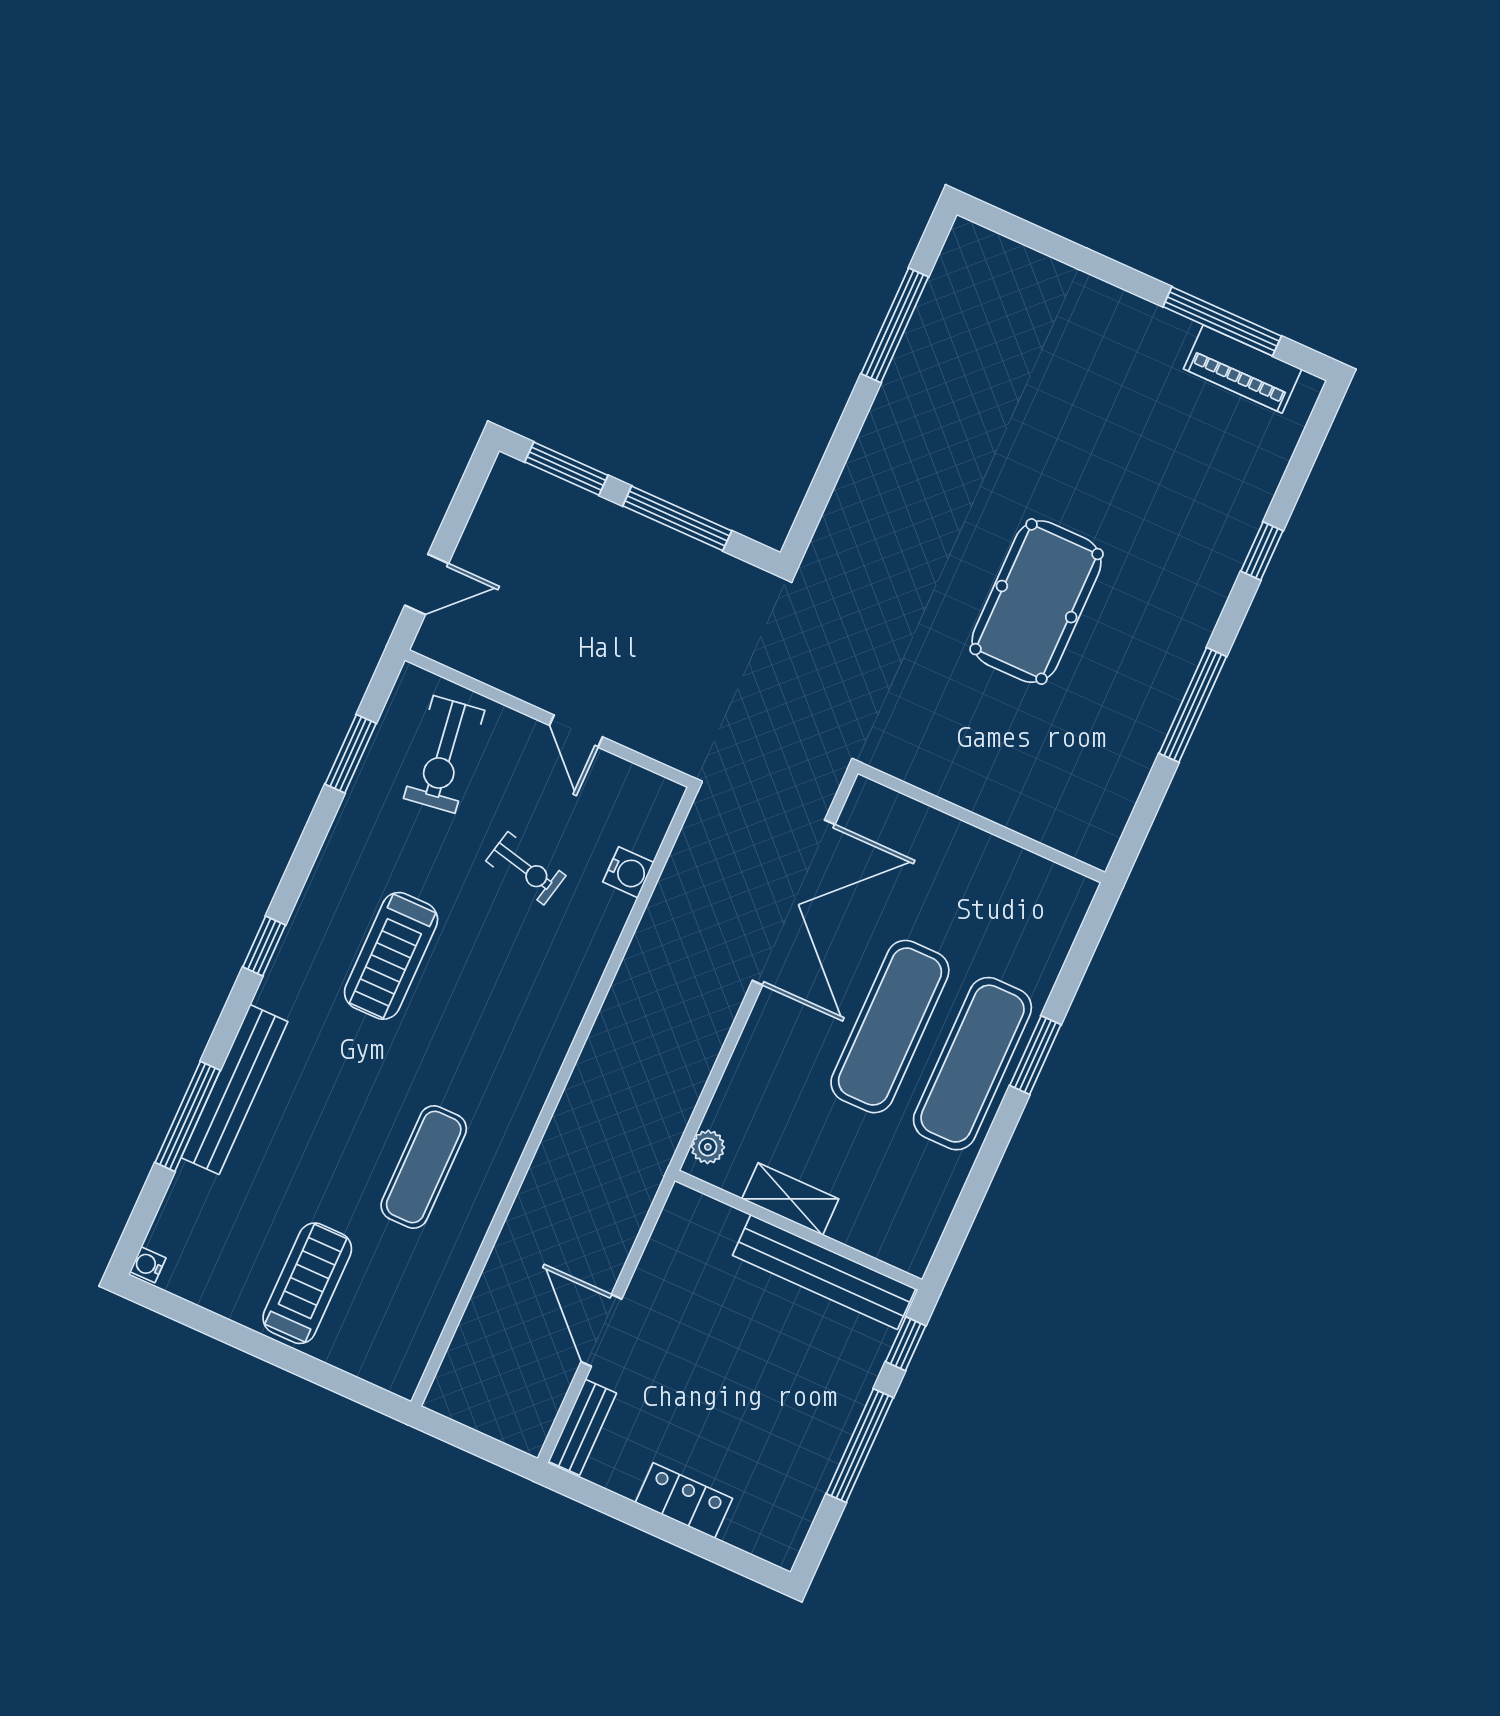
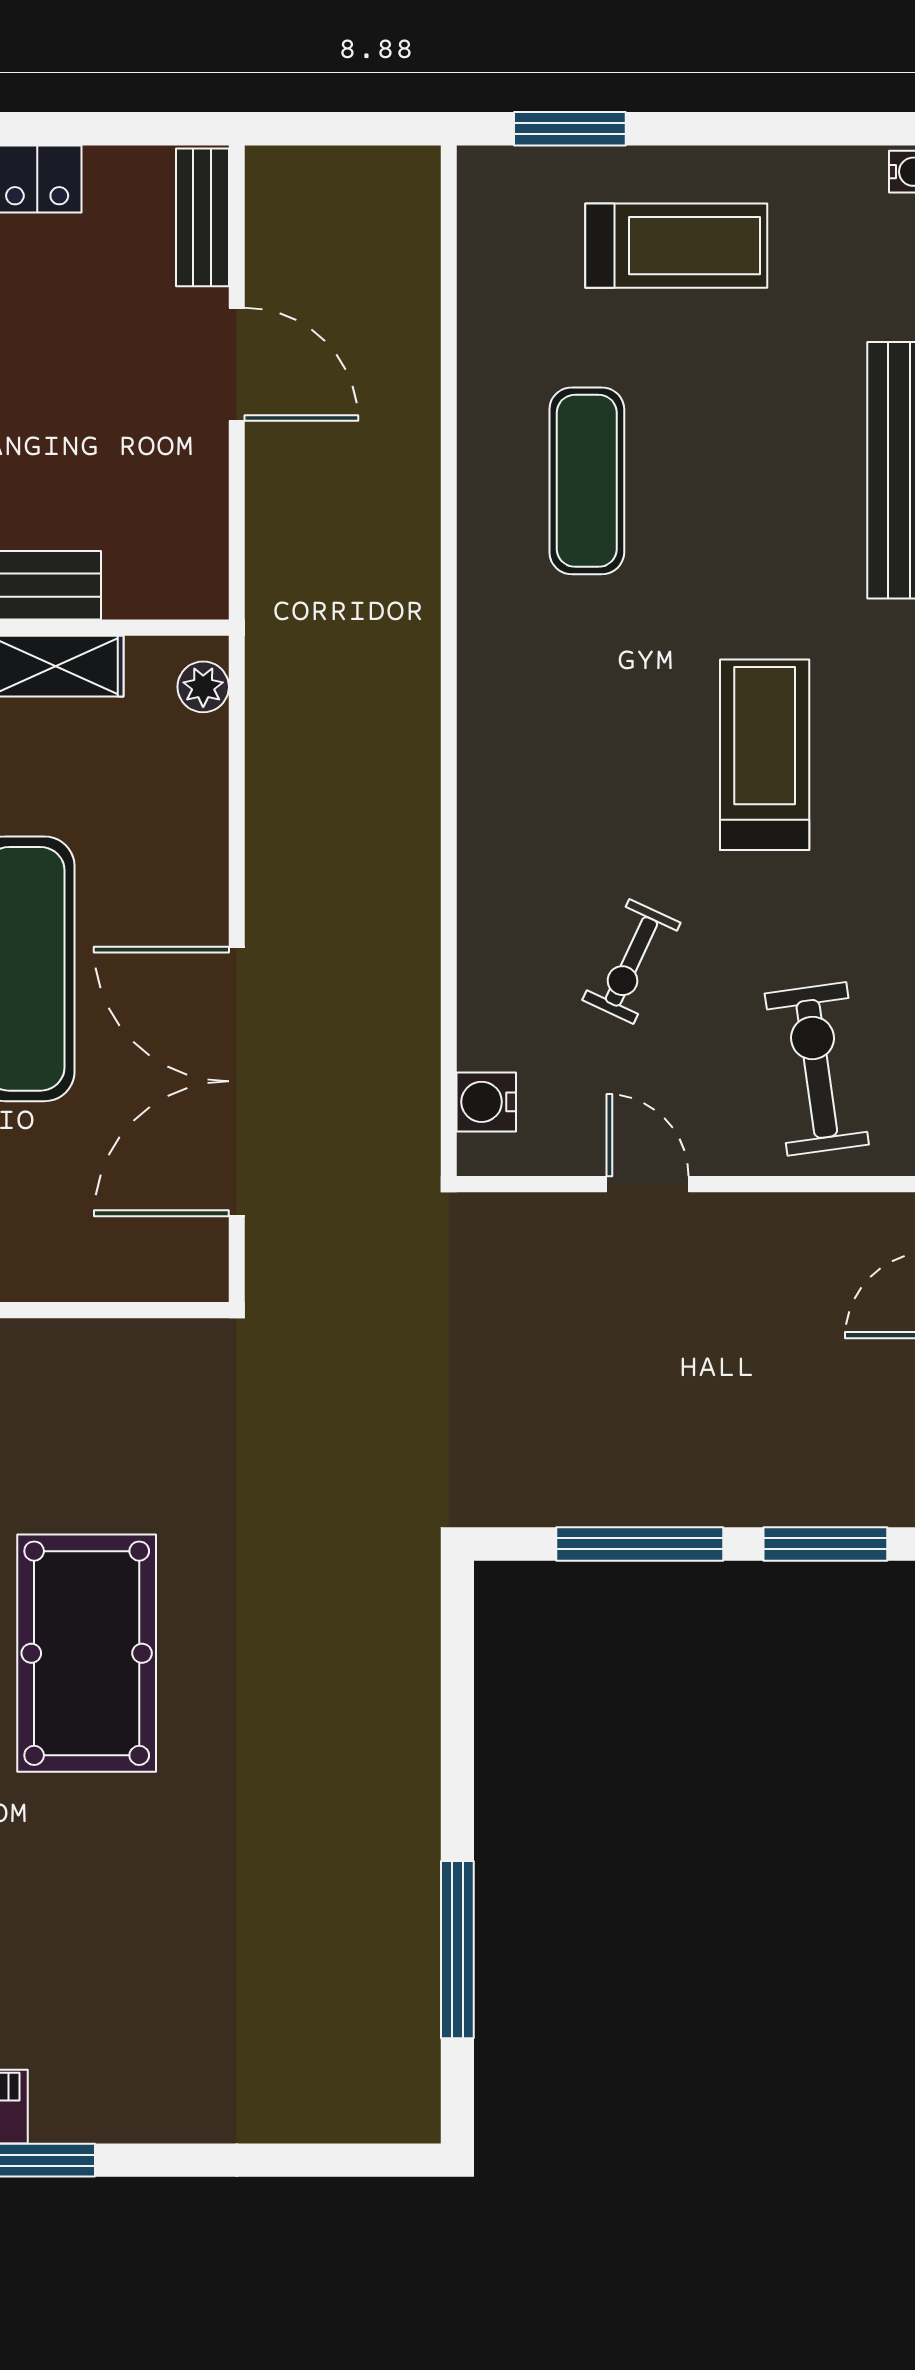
exercise bike: (526, 868) -> (631, 961), turned -78
water cooler: (628, 872) -> (486, 1102), moved
treadmill: (307, 1283) -> (676, 246), turned -90
window: (339, 1382) -> (570, 129), added

